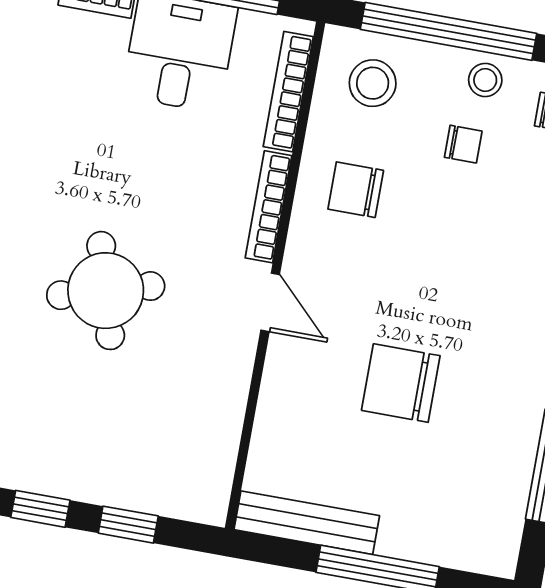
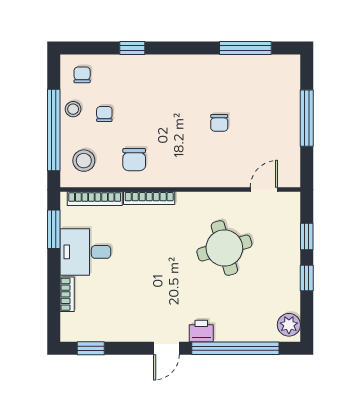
round table: (106, 291) -> (224, 248), moved
door: (270, 302) -> (264, 190), moved
chair: (401, 383) -> (219, 123), width x0.54, depth x0.54
bench: (307, 523) -> (291, 155), removed

